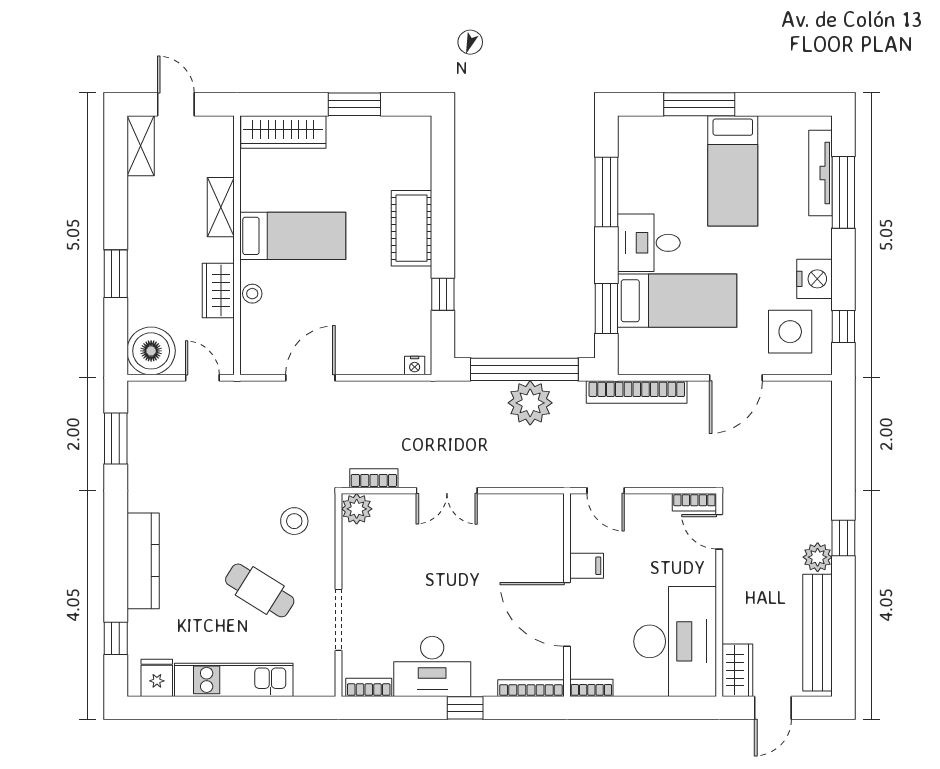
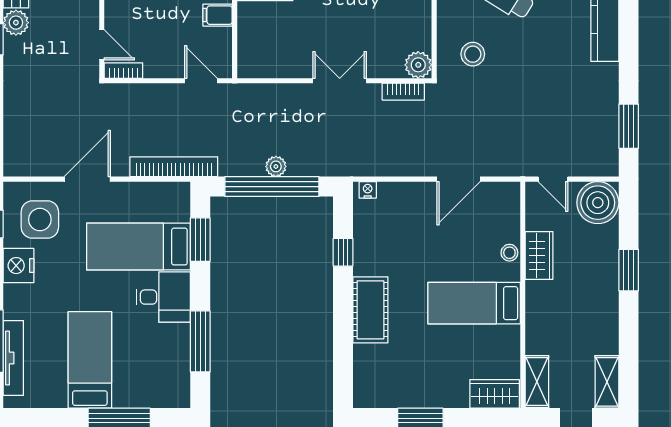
wardrobe: (283, 132) -> (495, 394), width x0.67
shelving: (221, 207) -> (537, 382), moved
plant: (530, 403) -> (276, 166), width x0.53, depth x0.53

